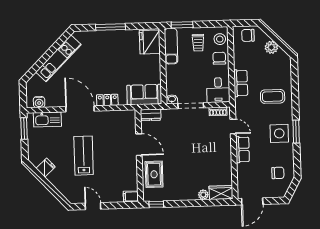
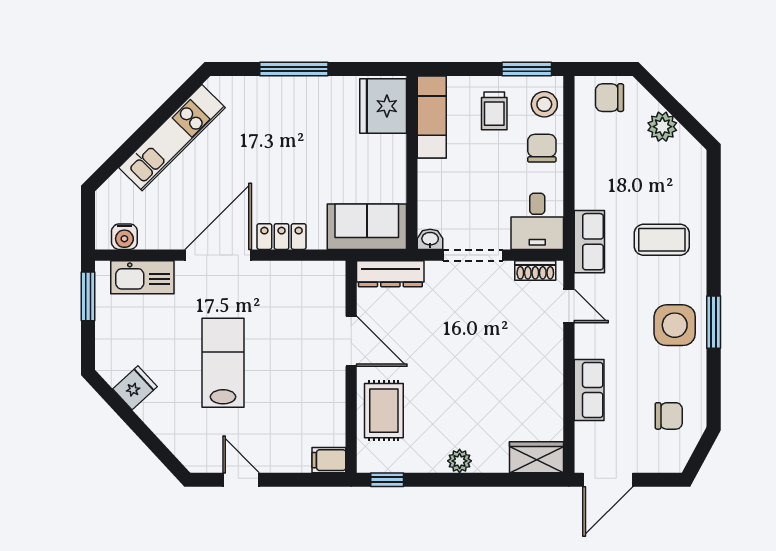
window: (182, 25) -> (527, 69), moved
row of seats: (241, 83) -> (589, 242), moved
door: (80, 109) -> (218, 255), hinge flipped
dresser: (151, 115) -> (390, 274), width x1.44
row of seats: (243, 149) -> (589, 390), moved
plant: (203, 195) -> (460, 461), moved

